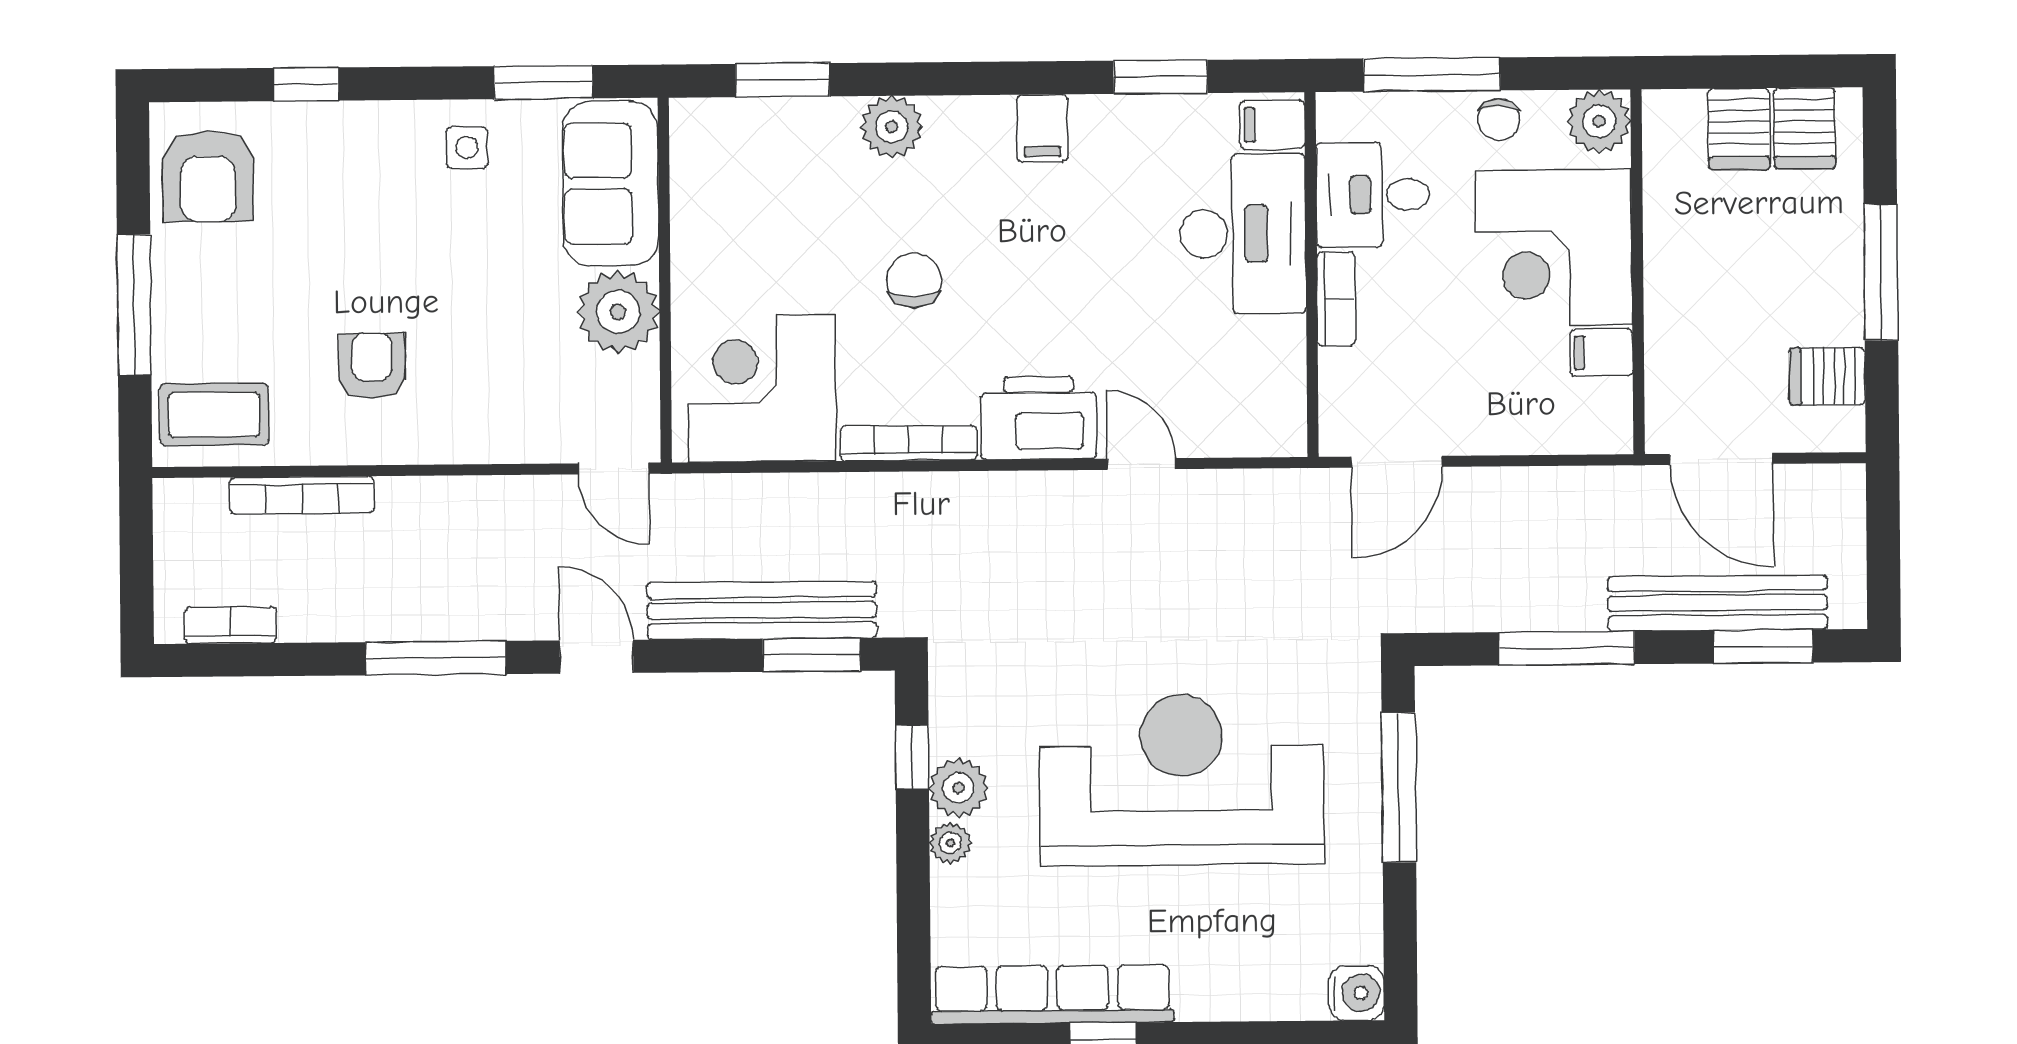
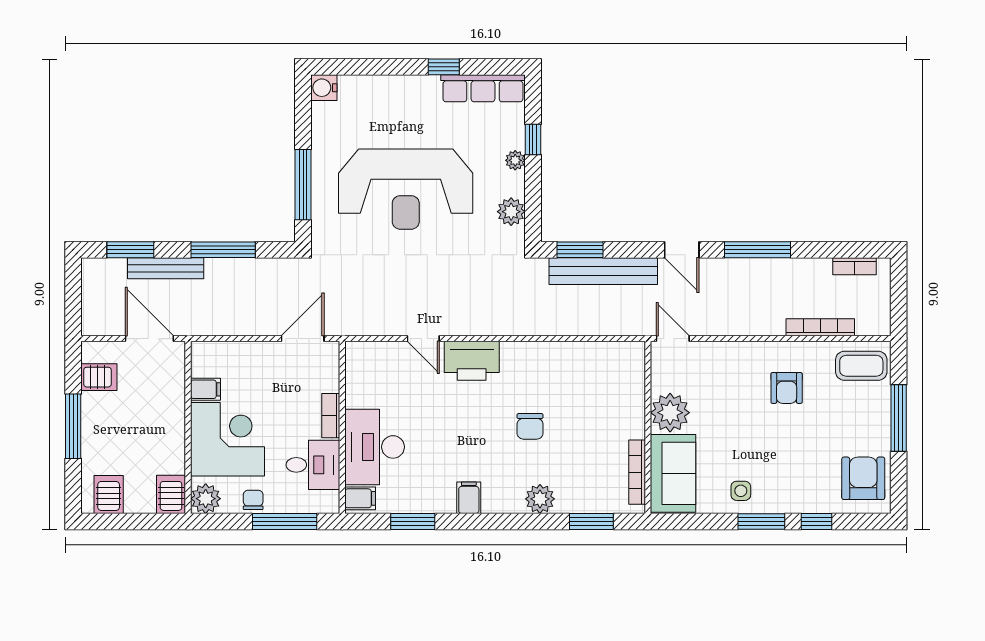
window: (543, 82) -> (761, 521), moved
server rack: (1739, 129) -> (171, 494), moved
corner desk: (762, 388) -> (602, 376), removed
bookcase: (908, 443) -> (637, 472), moved, turned 90
bench: (1718, 603) -> (166, 268), width x0.73, depth x0.82
window: (912, 757) -> (533, 139), moved
plant: (959, 788) -> (511, 212), moved
row of seats: (1052, 994) -> (483, 88), width x0.73

